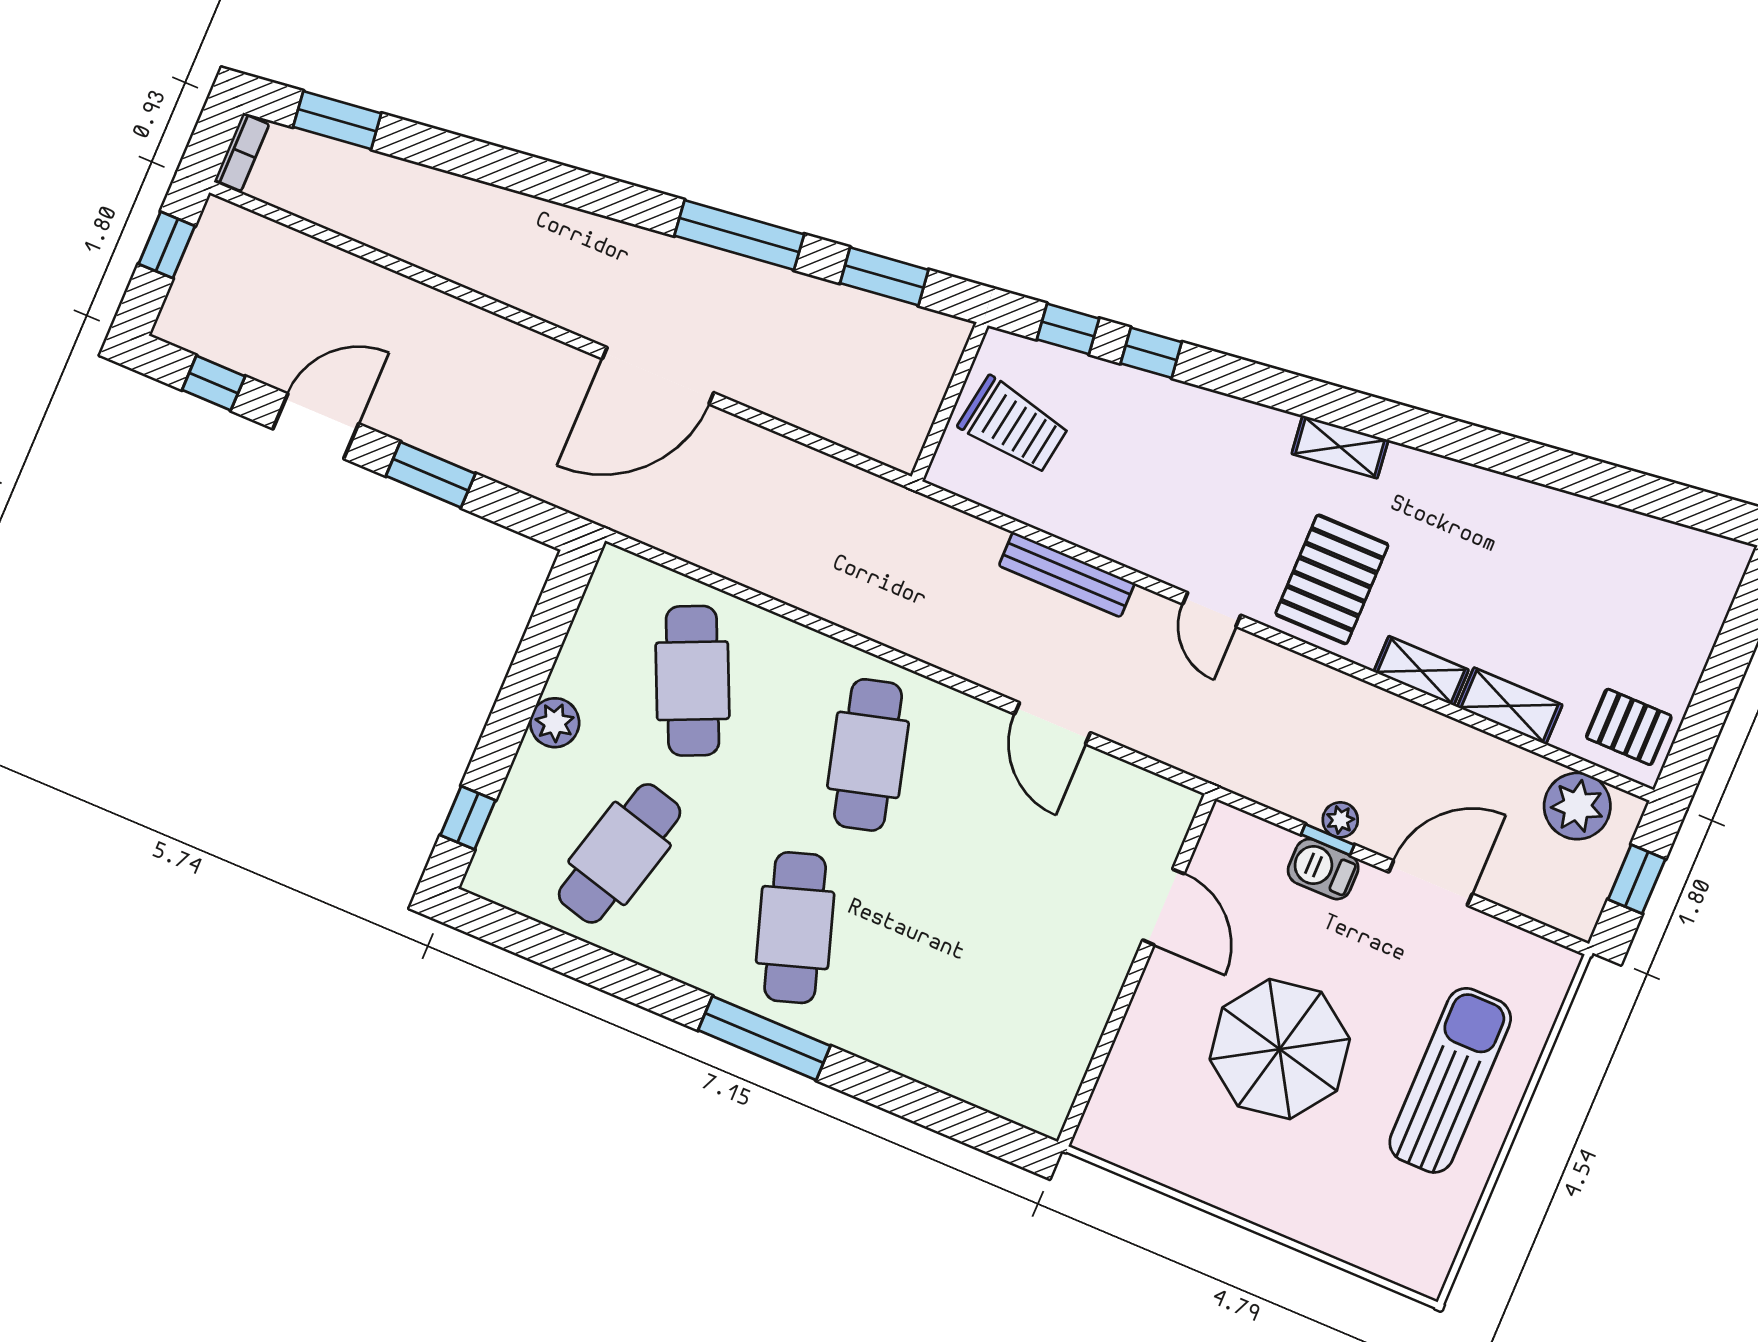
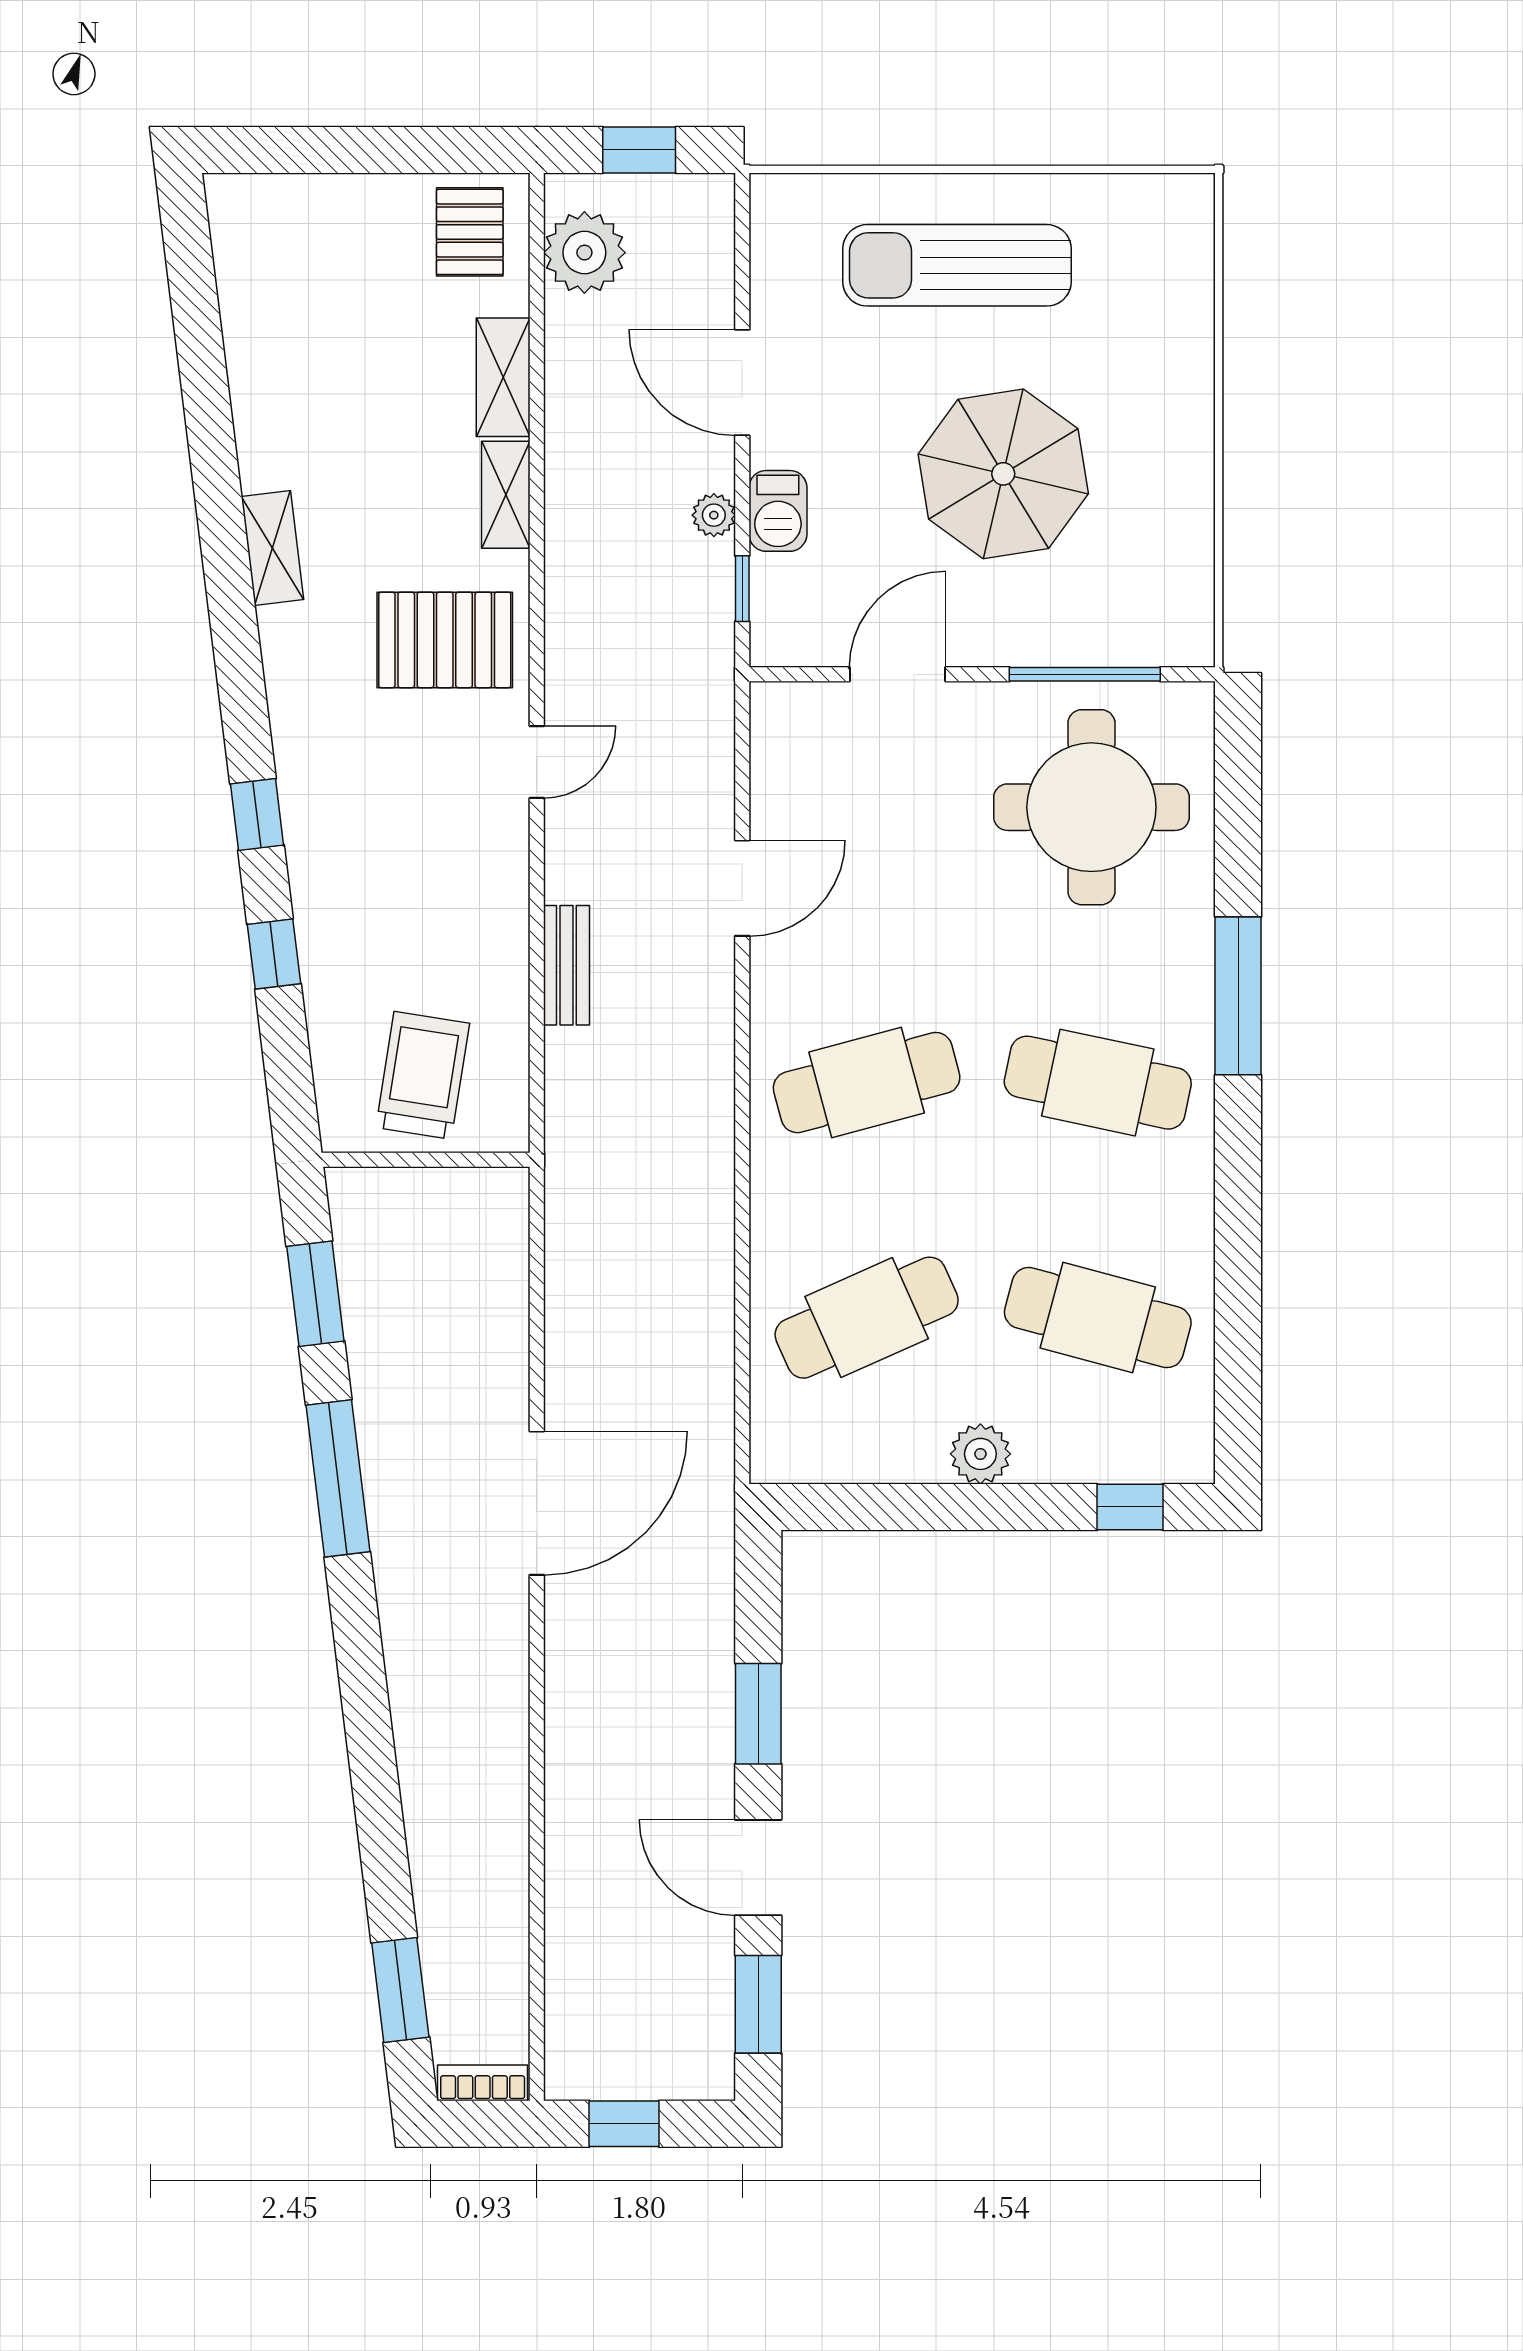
window: (1068, 329) -> (257, 814), moved
door: (658, 376) -> (537, 1503), hinge flipped
window: (214, 383) -> (758, 2004), width x1.50
shelving: (1340, 447) -> (272, 548), moved
bench: (1067, 575) -> (566, 965), width x0.73
window: (1328, 840) -> (742, 589), moved
cafe table: (795, 928) -> (1098, 1083), turned 30
round table: (1003, 1010) -> (1091, 807), added
window: (764, 1038) -> (1238, 996), moved
window: (1104, 1047) -> (1085, 674), added

